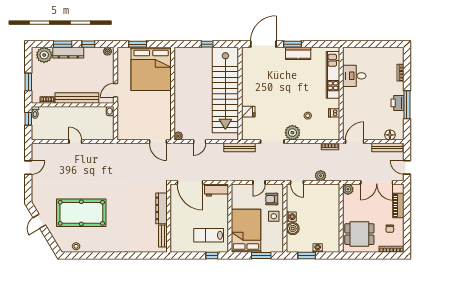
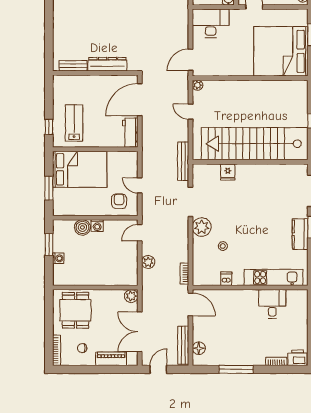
printer: (398, 103) -> (297, 358), moved
desk: (129, 125) -> (211, 23), added
side table: (274, 216) -> (98, 204), removed

